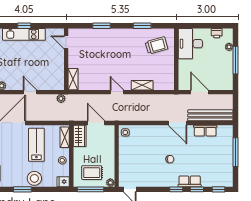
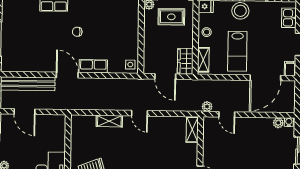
door: (30, 92) -> (227, 114), moved
door: (199, 92) -> (25, 112), moved
row of seats: (205, 131) -> (93, 66), moved

